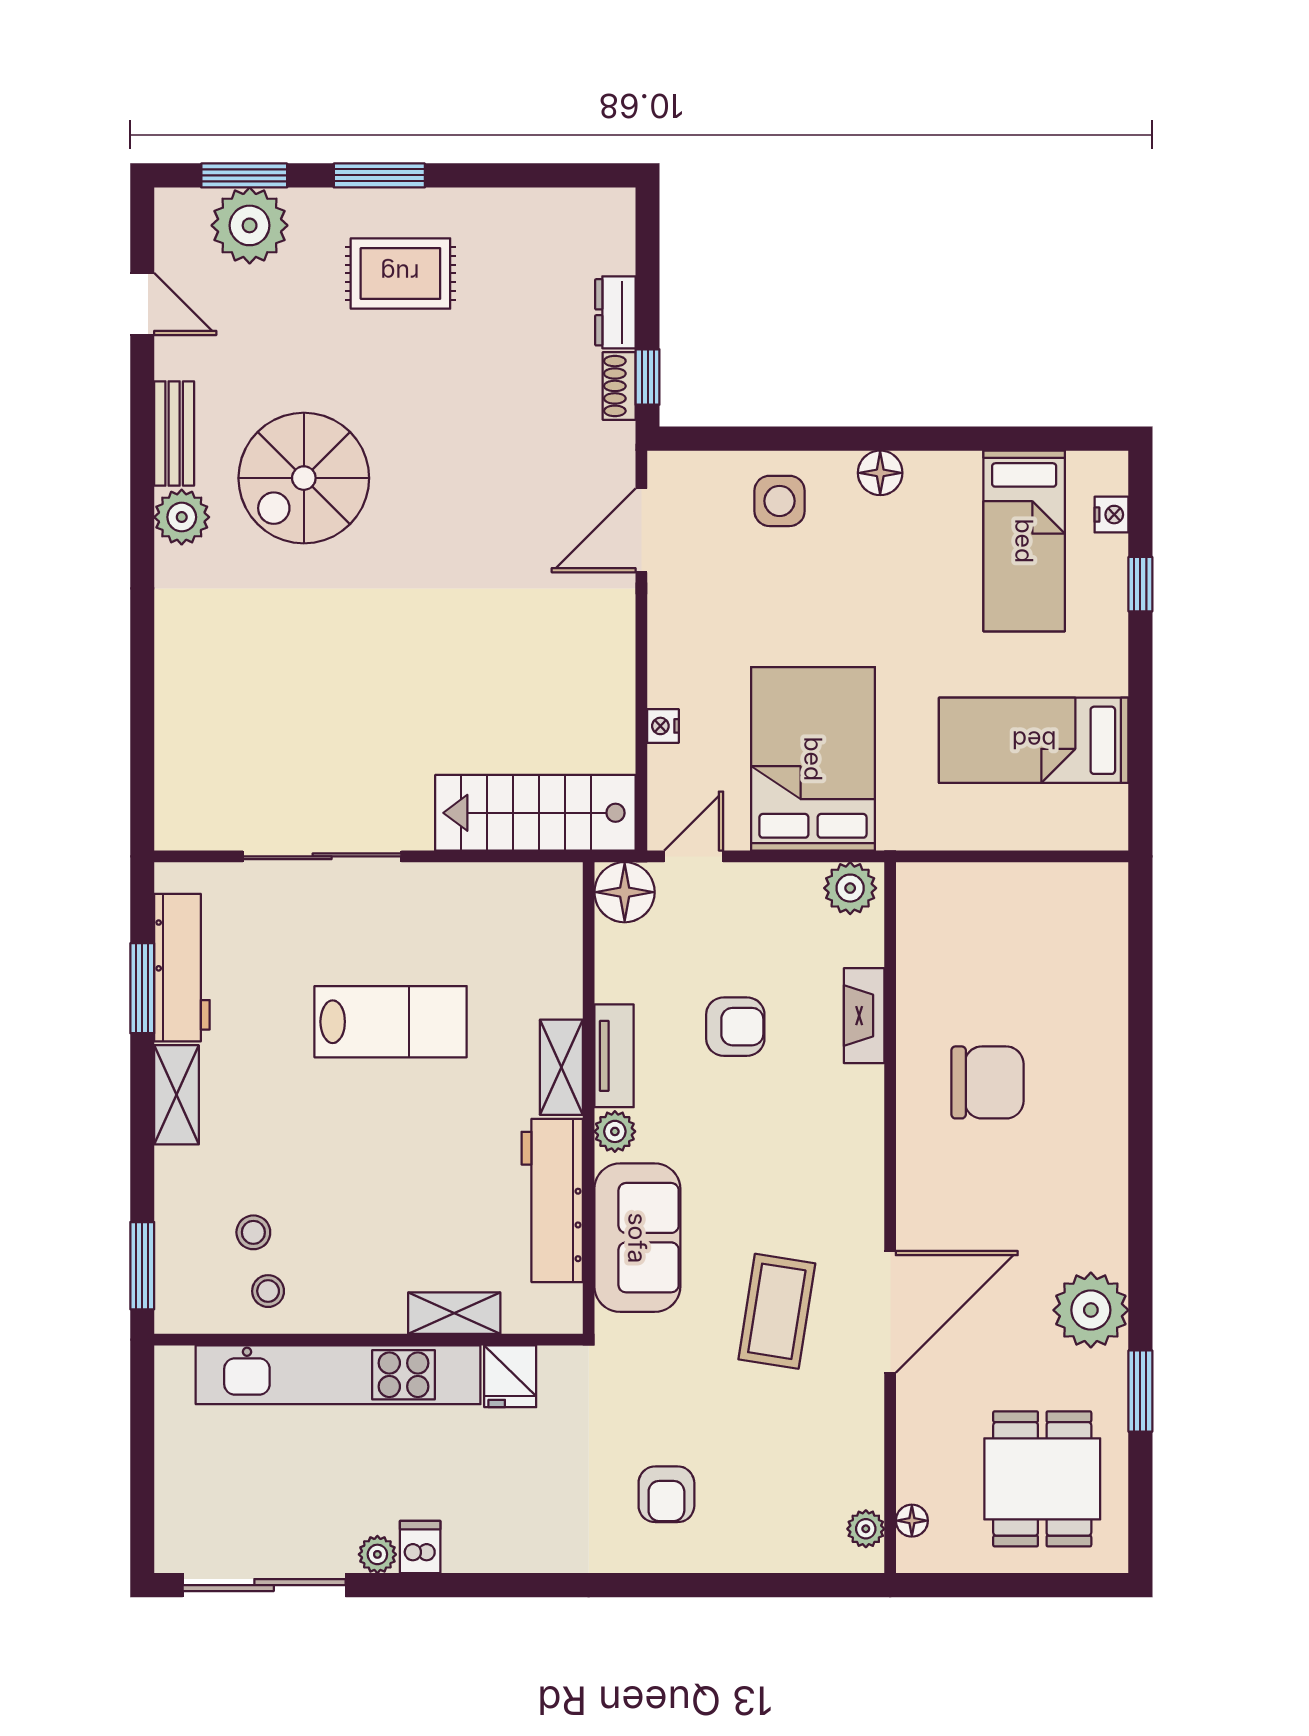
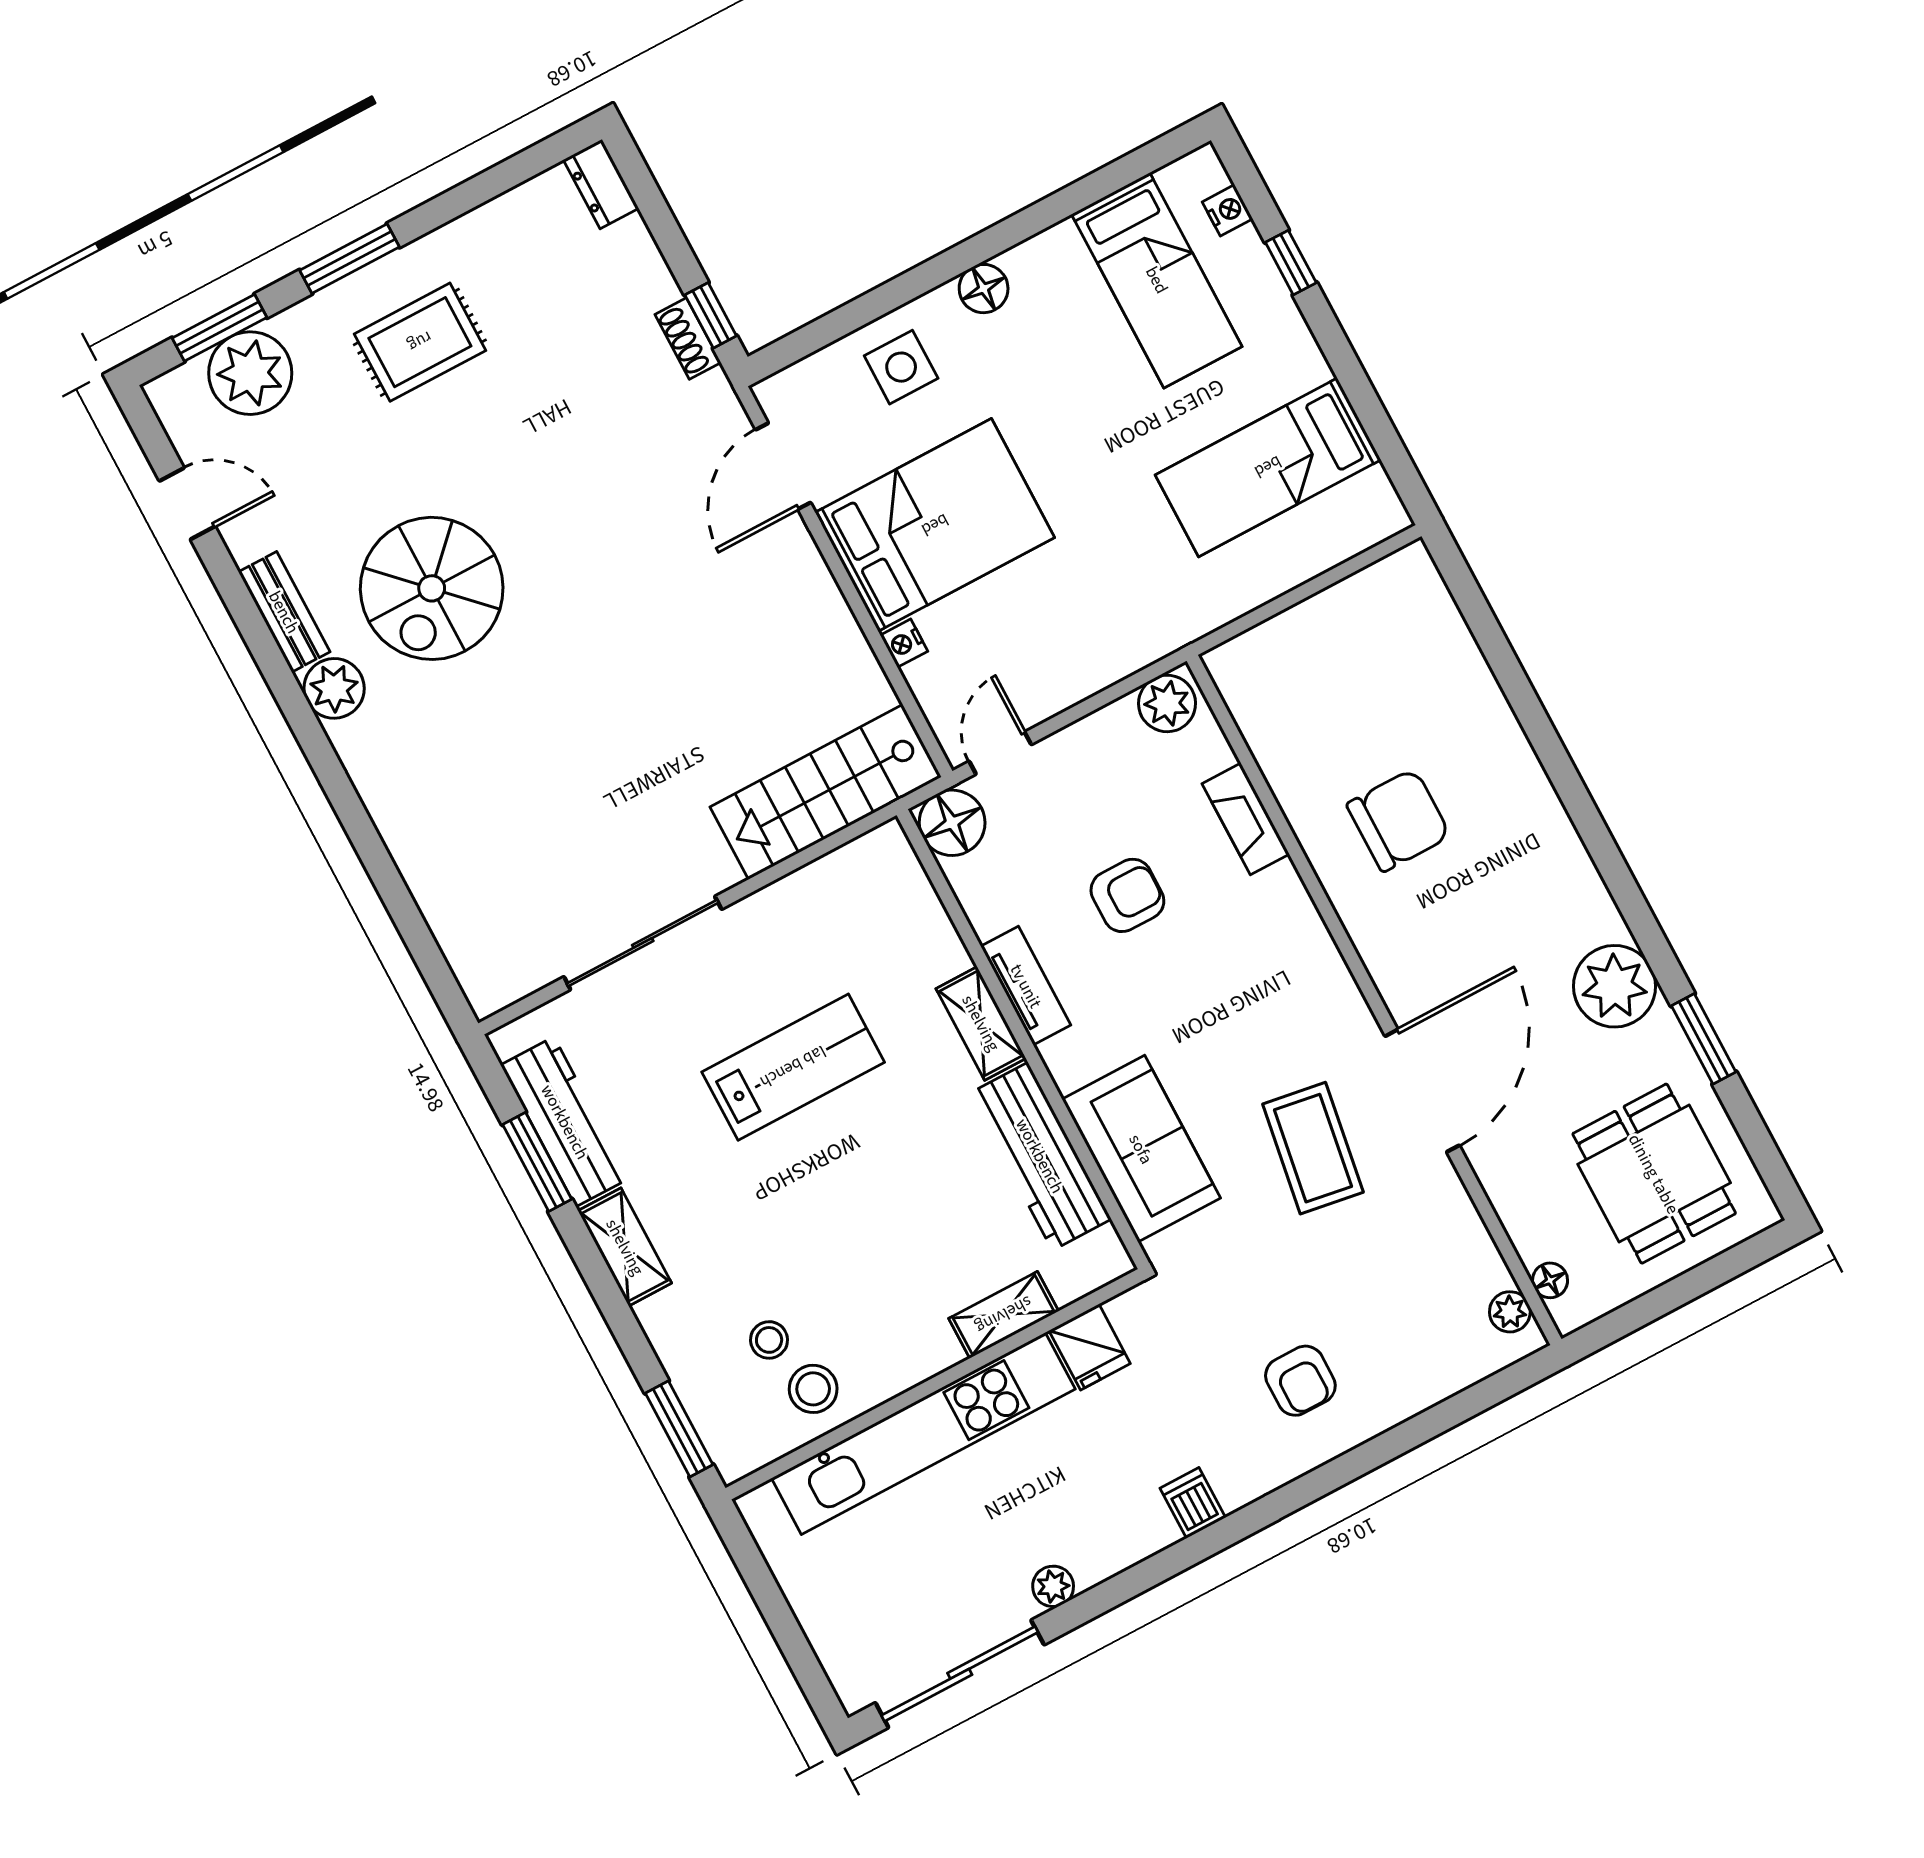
dresser: (615, 312) -> (601, 184), moved
bed: (813, 759) -> (935, 525), moved, turned 90
plant: (615, 1131) -> (1065, 1058), removed
stool: (268, 1291) -> (813, 1389), width x1.37, depth x1.37
dishwasher: (420, 1547) -> (1193, 1503), moved

